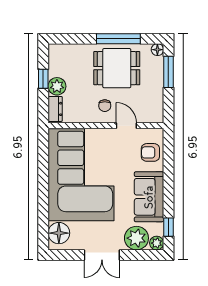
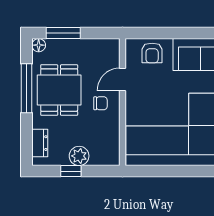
dresser: (55, 109) -> (40, 143), moved, turned 90

